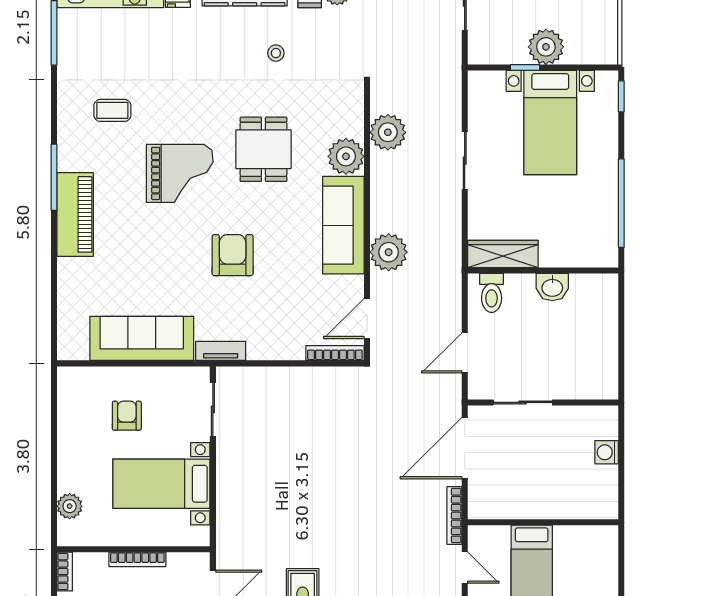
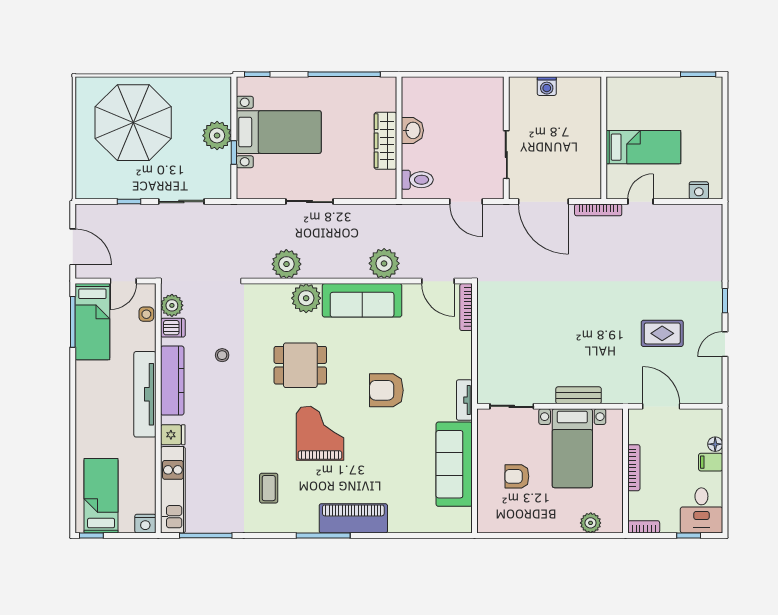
wardrobe: (503, 254) -> (385, 141), moved
bench: (226, 491) -> (579, 395), added

